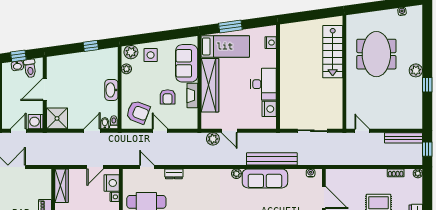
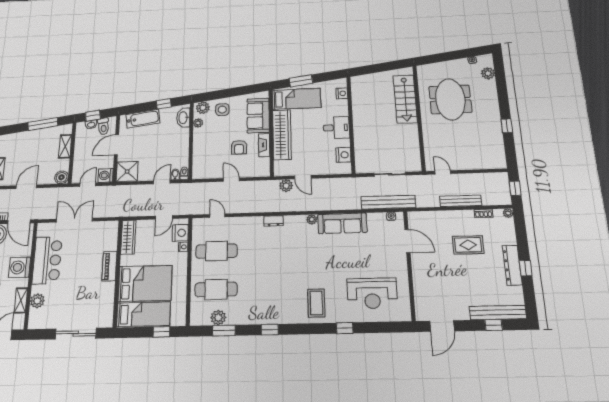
bathtub: (70, 62) -> (143, 119), added
plant: (416, 70) -> (488, 73), moved
desk: (264, 84) -> (336, 128), width x0.73
washbasin: (111, 90) -> (183, 118), moved
armchair: (138, 112) -> (209, 163), removed
bench: (404, 138) -> (461, 201), moved
bench: (272, 159) -> (388, 202), moved
dresser: (174, 174) -> (273, 221), moved

